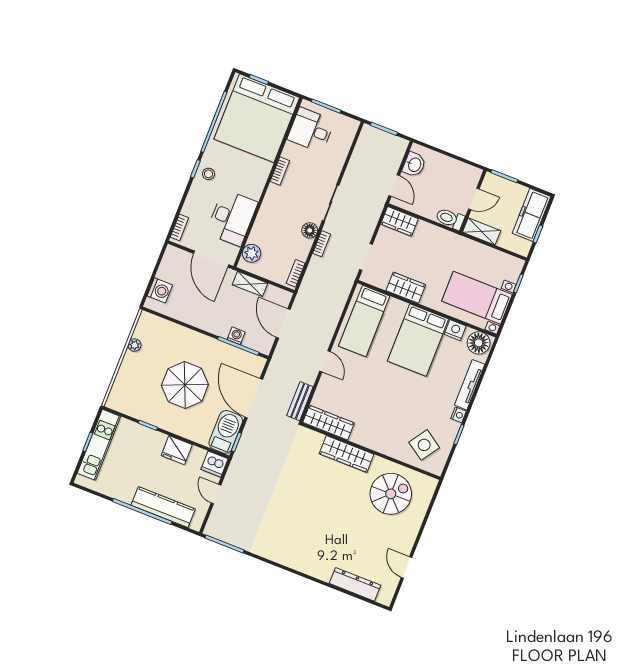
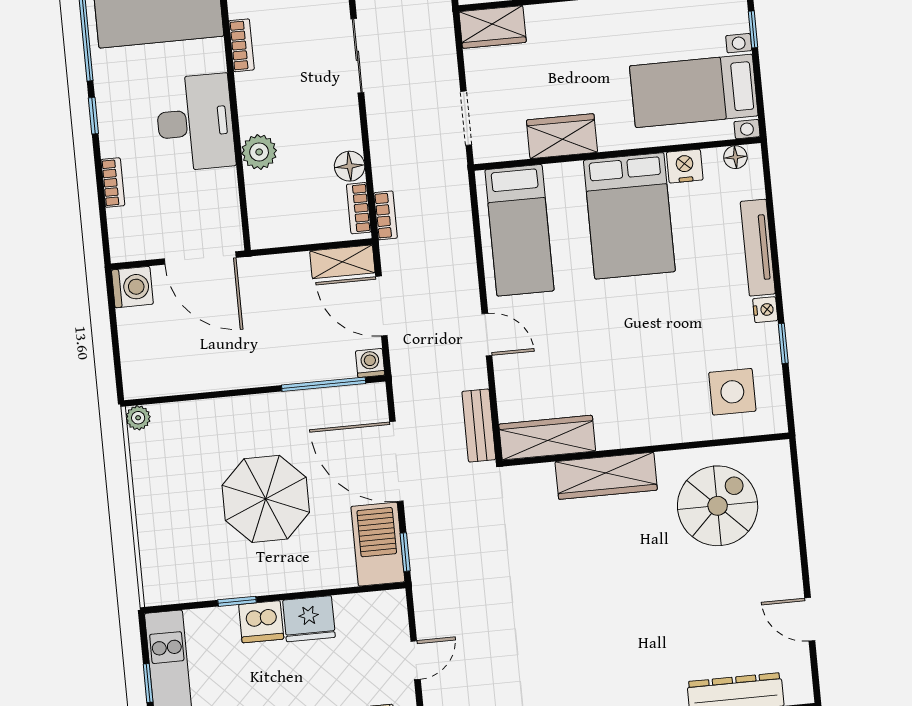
stool: (208, 174) -> (121, 113), removed
desk: (232, 218) -> (195, 123), moved
bookcase: (179, 227) -> (113, 183), moved
floor lamp: (310, 230) -> (350, 166), moved
bookcase: (322, 244) -> (386, 215), moved
plant: (252, 253) -> (259, 152), moved
shelving: (250, 284) -> (342, 262), moved
washing machine: (160, 290) -> (132, 287), moved
washing machine: (236, 336) -> (370, 363), moved
floor lamp: (479, 343) -> (735, 157), width x0.53, depth x0.53
plant: (135, 345) -> (138, 418), moved
side table: (424, 445) -> (732, 392), turned -34
dishwasher: (214, 464) -> (261, 622), moved
door: (216, 494) -> (416, 660), swing flipped

